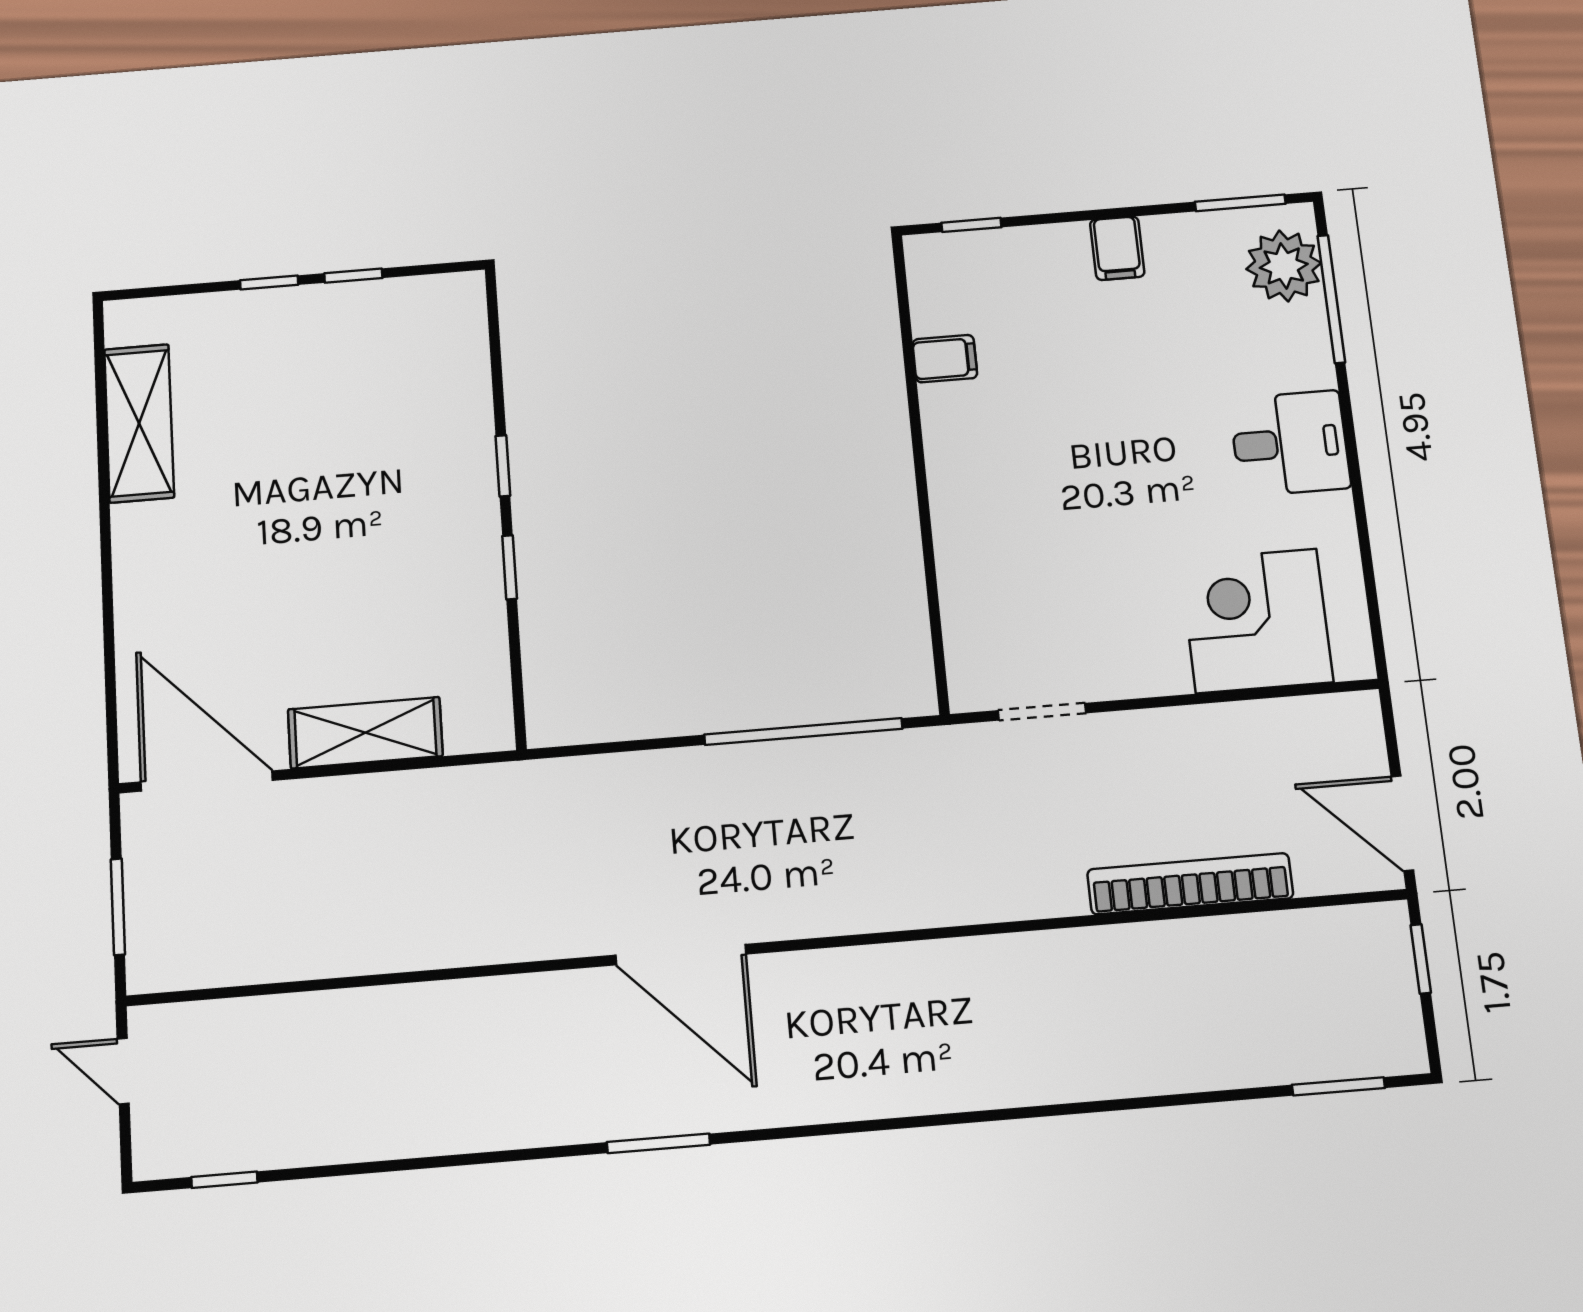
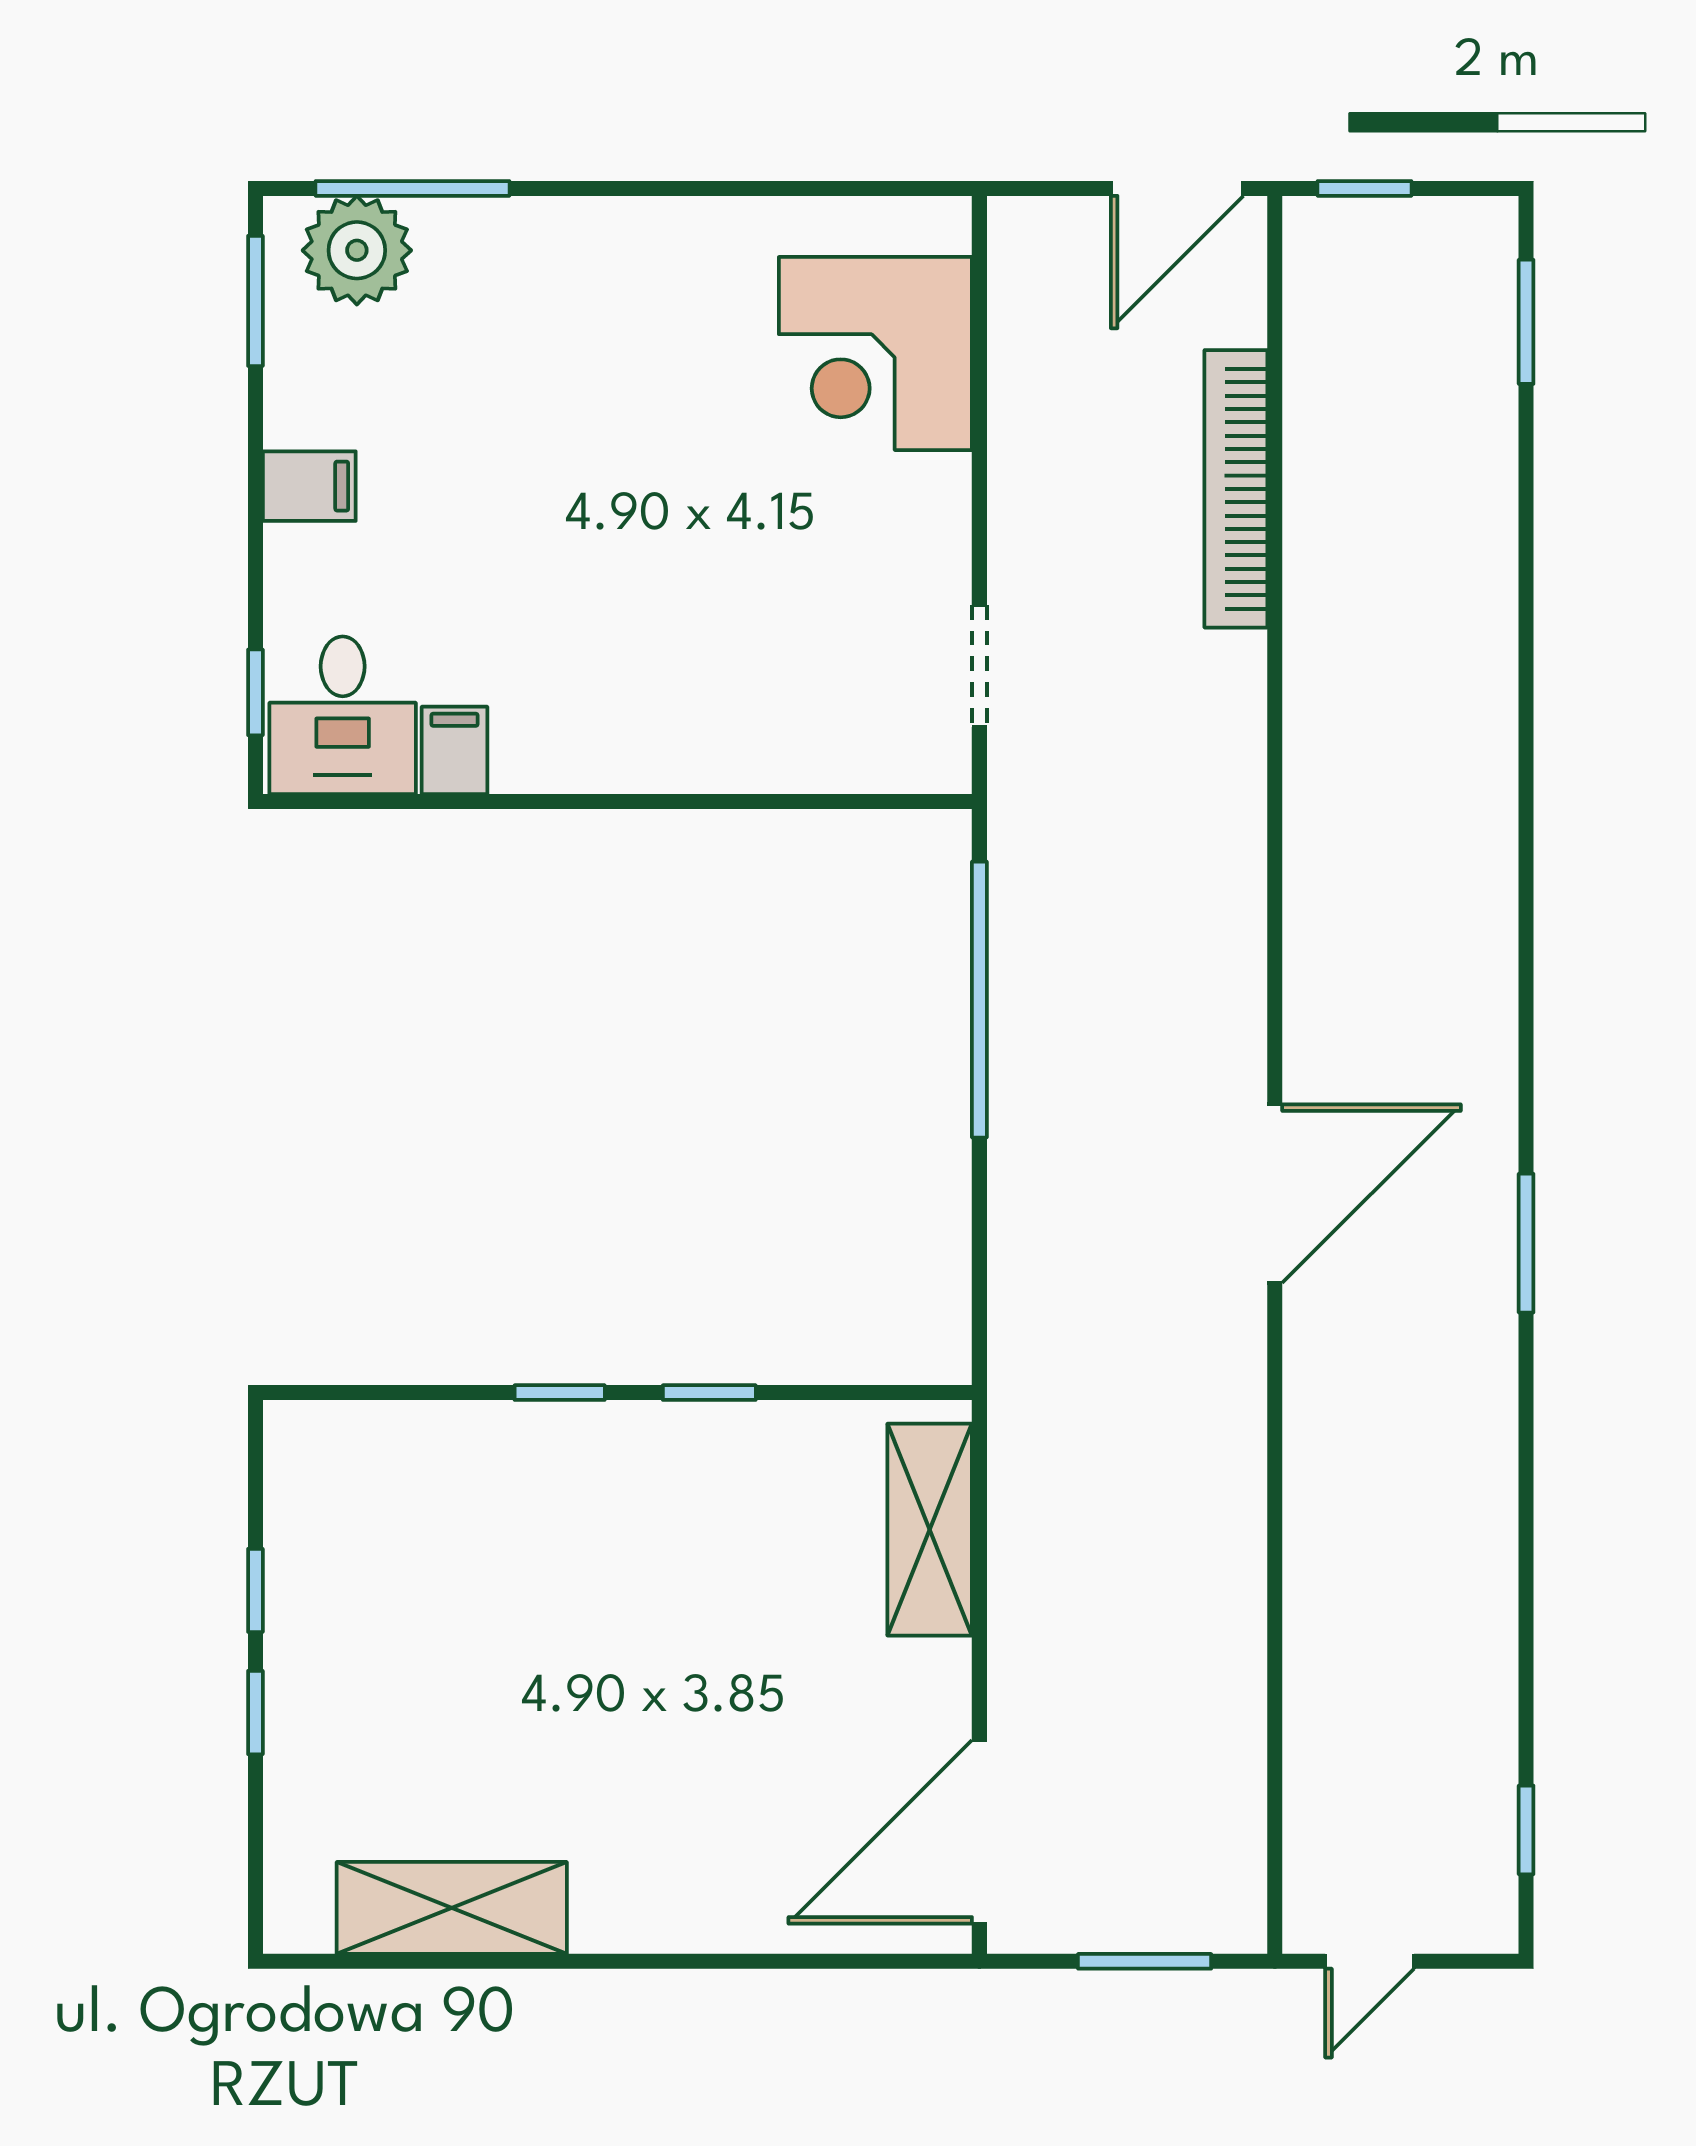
desk: (1290, 443) -> (343, 715), moved, turned 180
shelving: (365, 733) -> (930, 1530), moved

